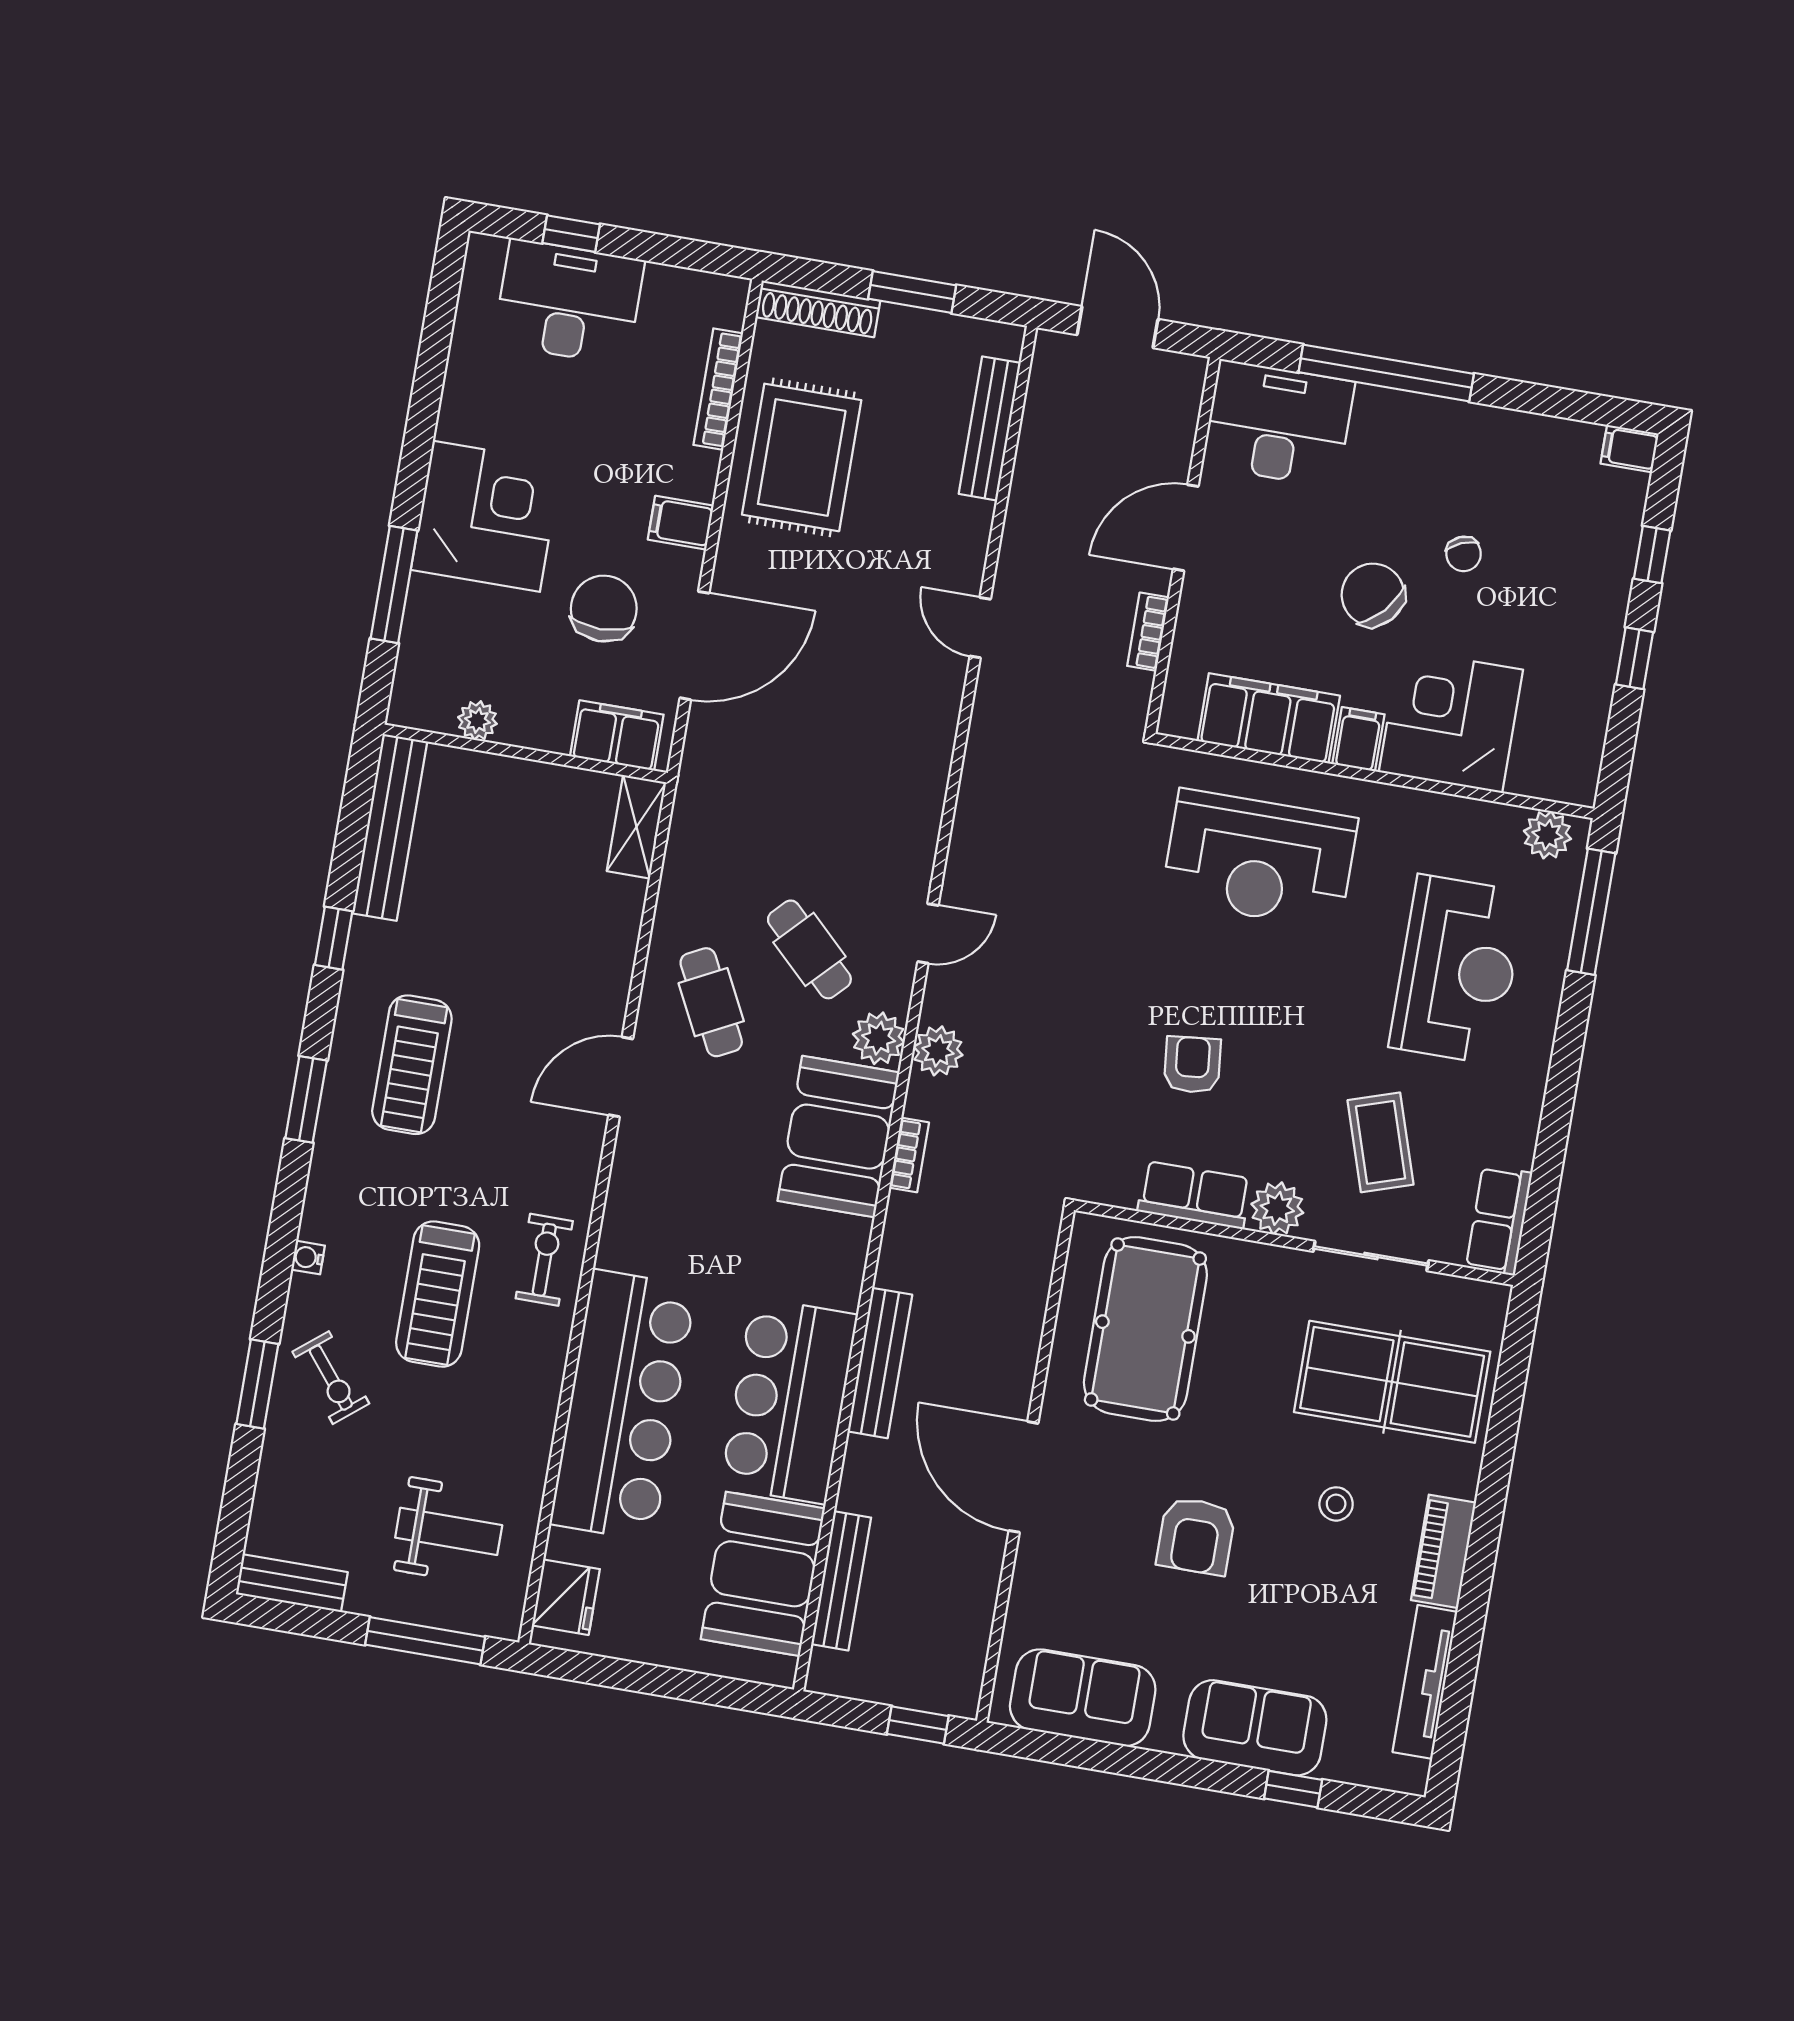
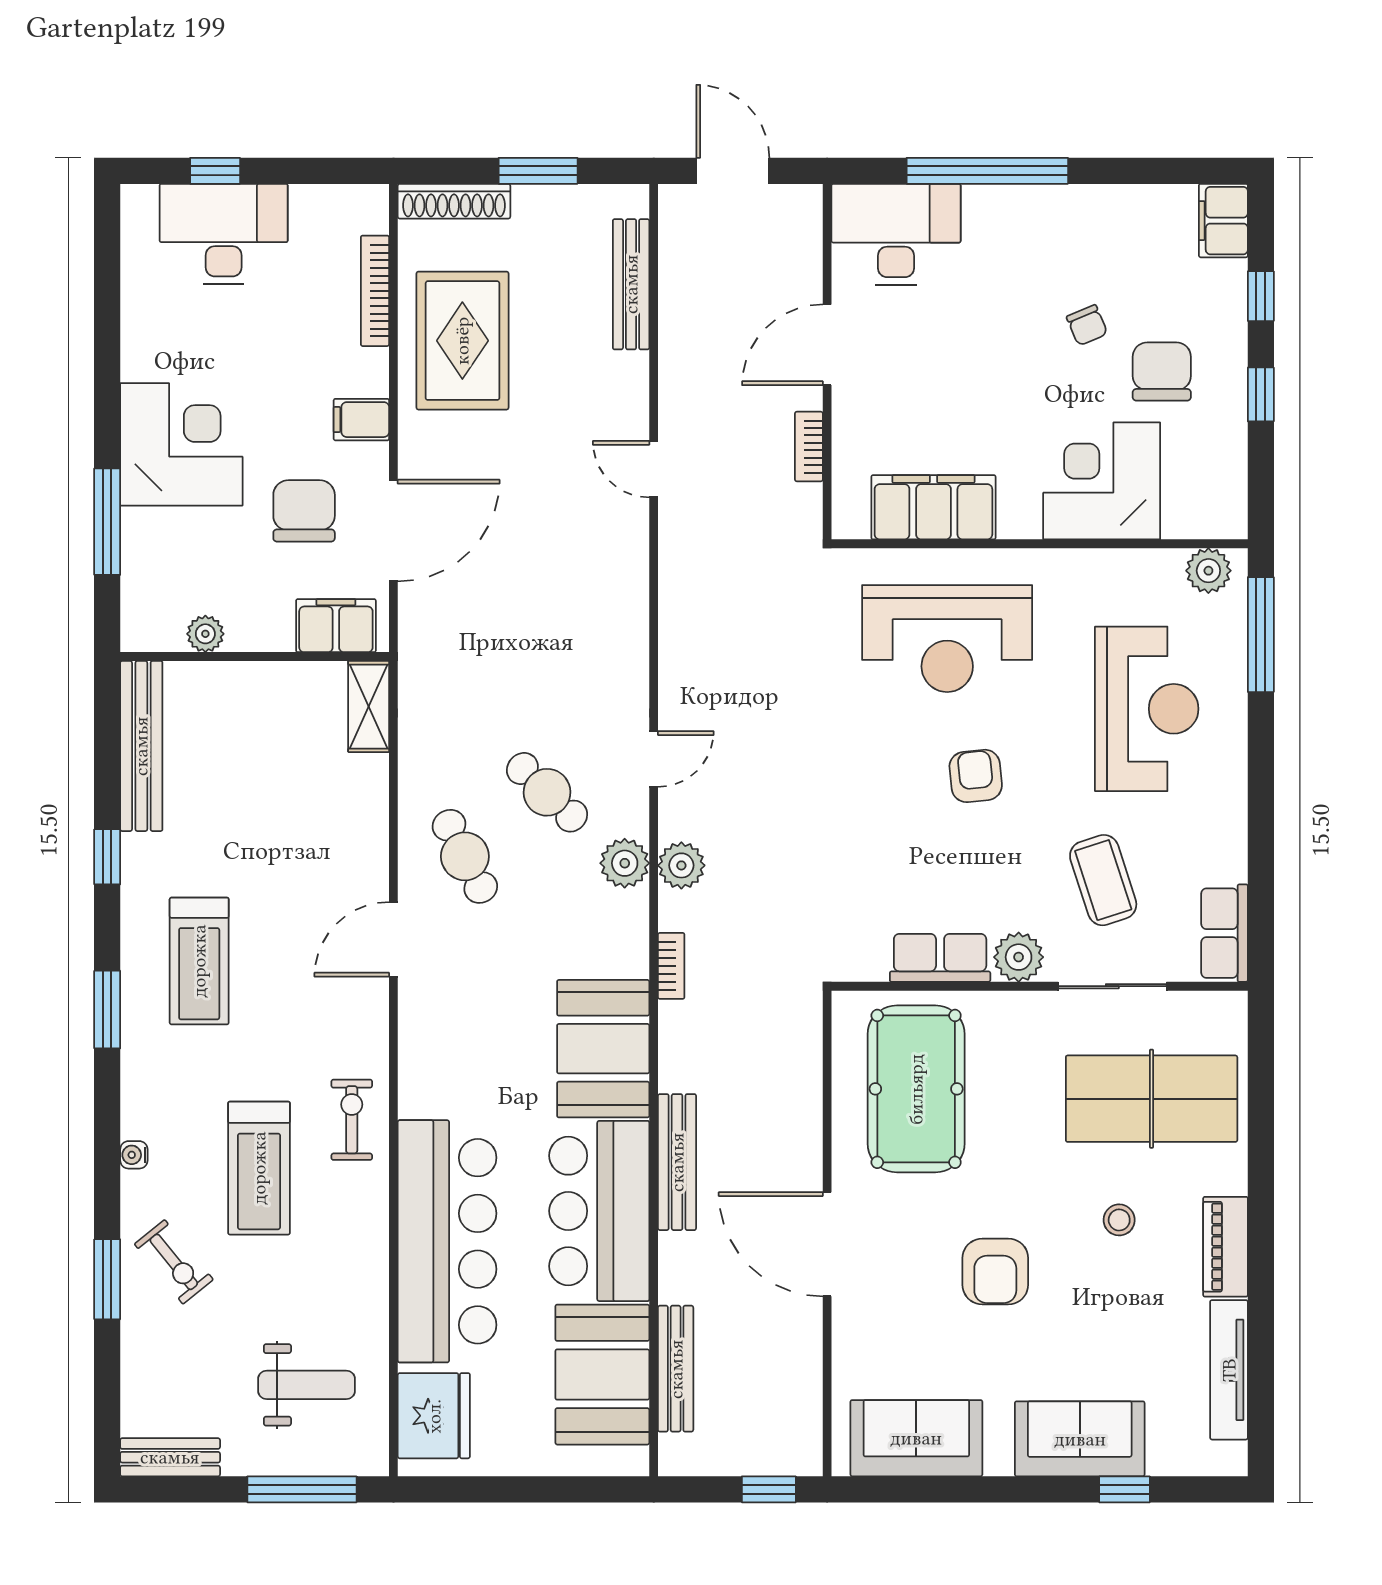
filing cabinet: (1630, 449) -> (1223, 221), width x2.00
chair: (1373, 595) -> (1162, 372), moved, turned 48
filing cabinet: (1358, 739) -> (1019, 512), removed
armchair: (1192, 1065) -> (976, 776), moved
booth: (838, 1137) -> (603, 1049), moved
fridge: (566, 1597) -> (434, 1416), width x1.36, depth x1.34

